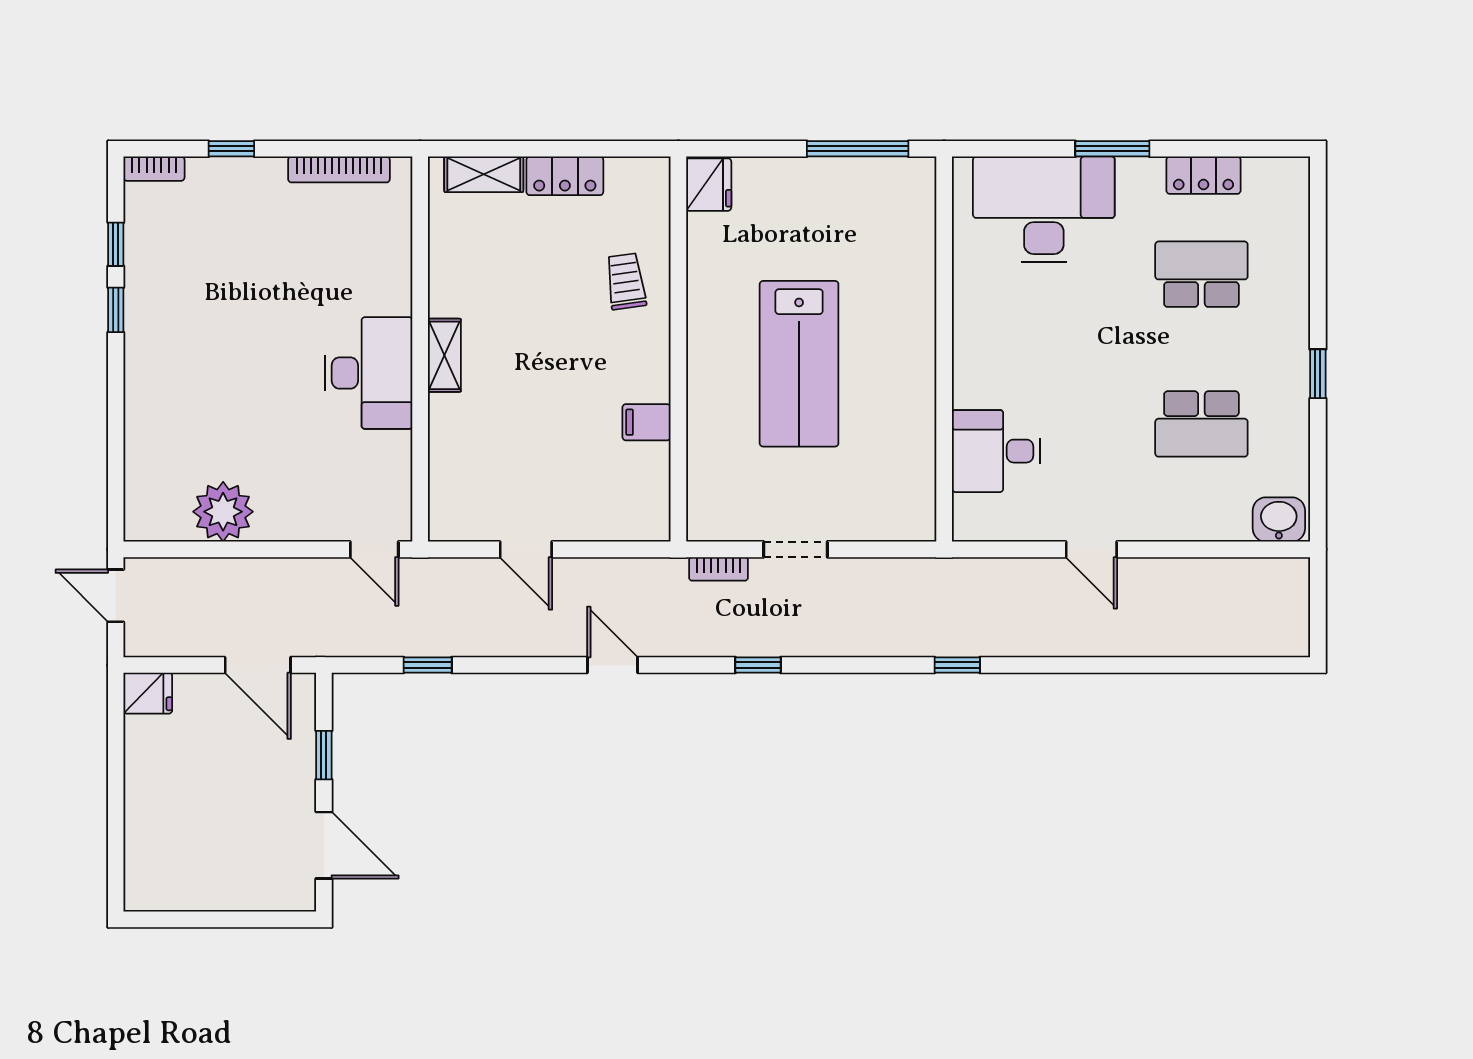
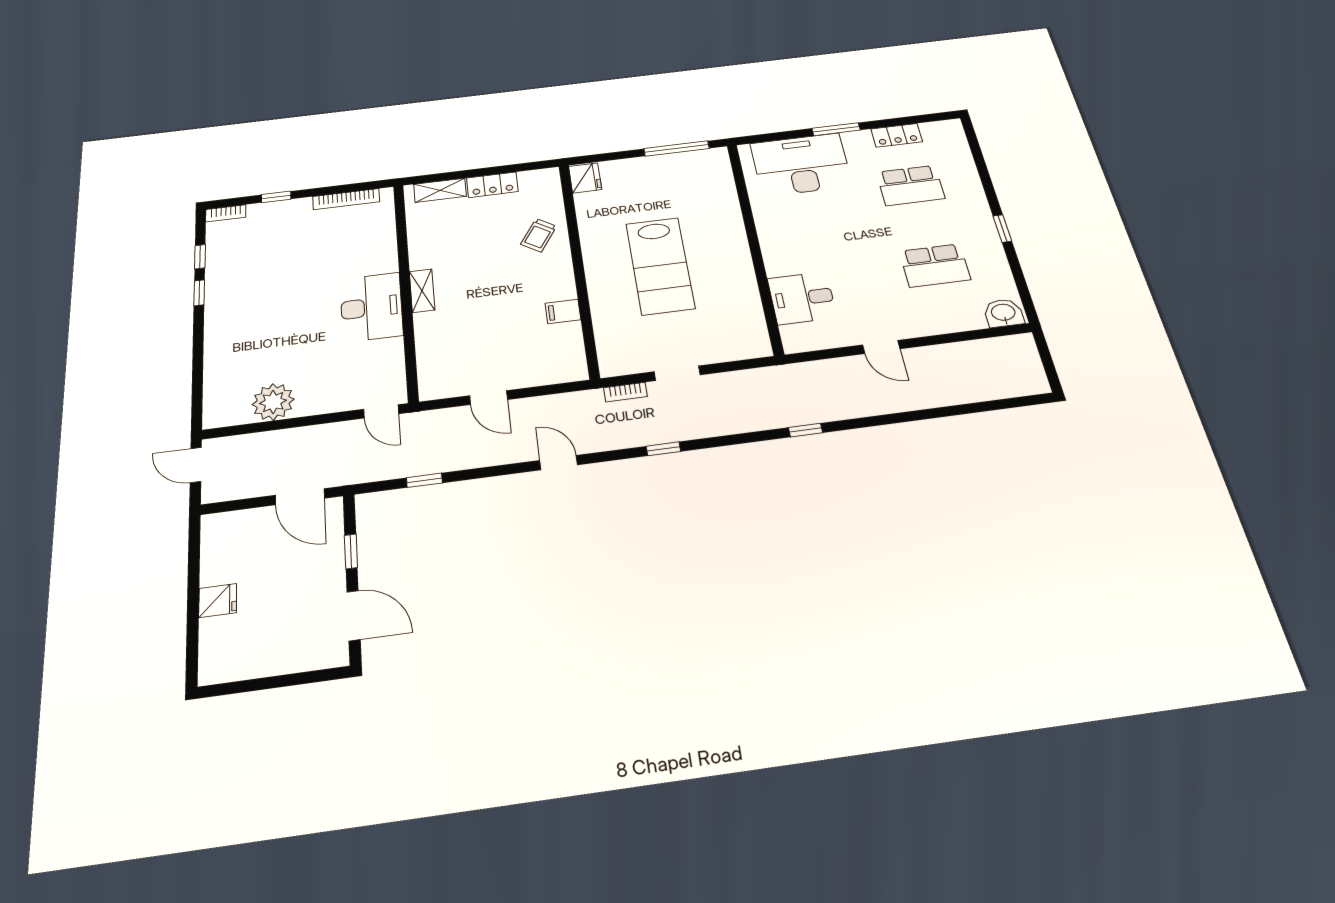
school desk: (1201, 274) -> (911, 185), turned 180
trolley: (626, 281) -> (539, 235), turned -139
fridge: (148, 693) -> (218, 601), moved

